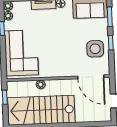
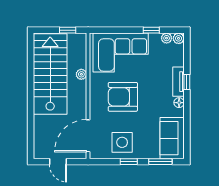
armchair: (58, 50) -> (123, 97), added

